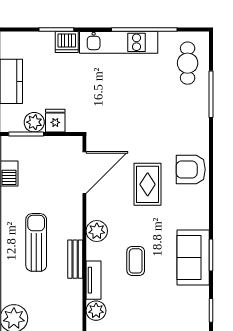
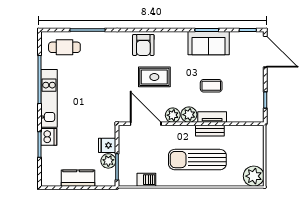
sun lounger: (36, 242) -> (197, 160), width x1.36, depth x1.34
tv unit: (94, 280) -> (212, 117), moved
plant: (96, 311) -> (173, 115), moved

